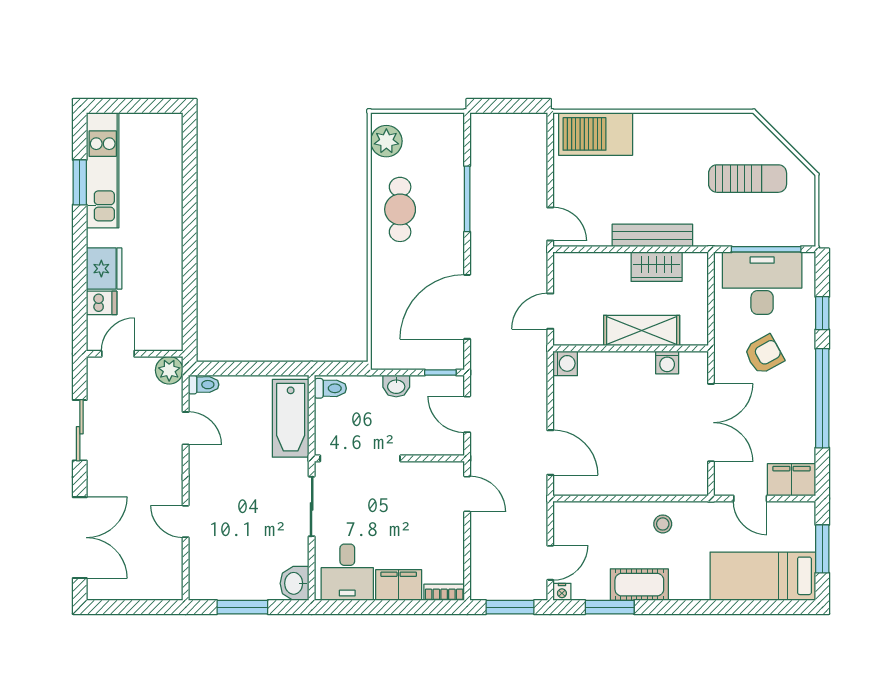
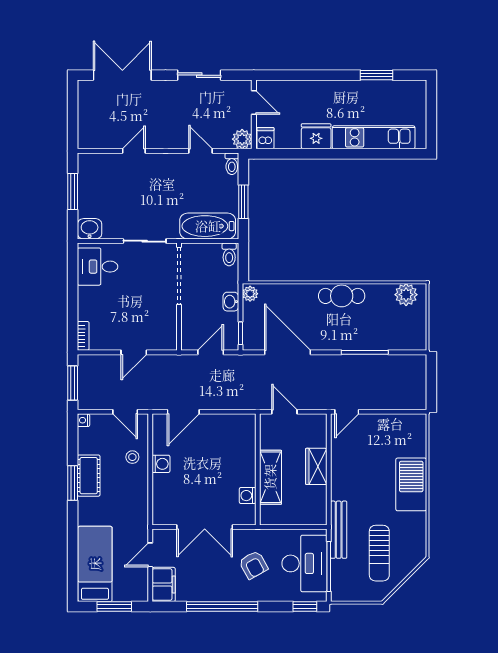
barbecue: (596, 134) -> (411, 484), moved
kitchen unit: (103, 170) -> (374, 137), moved, turned 180
cafe table: (400, 209) -> (342, 296), moved
bench: (652, 235) -> (339, 530), moved
wardrobe: (657, 267) -> (316, 466), moved
fridge: (104, 269) -> (316, 136), moved, turned 180
dishwasher: (102, 303) -> (265, 138), moved, turned 180
window: (822, 313) -> (305, 607), moved
plant: (385, 359) -> (250, 294), added
washing machine: (565, 363) -> (161, 464), moved, turned -90
window: (257, 369) -> (243, 202), added
door: (186, 428) -> (201, 151), swing flipped
door: (467, 494) -> (134, 352), moved
stool: (663, 524) -> (132, 457), moved
double door: (80, 538) -> (122, 75), swing flipped
door: (550, 563) -> (125, 412), moved
filing cabinet: (399, 585) -> (88, 303), removed
window: (610, 607) -> (73, 483), moved

